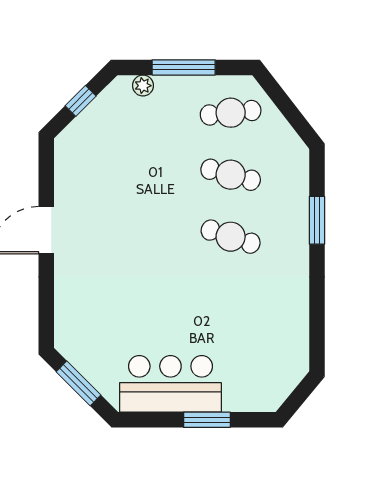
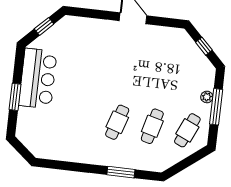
plant: (143, 86) -> (207, 97), moved
cafe table: (231, 113) -> (187, 130), turned 30
window: (78, 383) -> (44, 26), width x0.67

